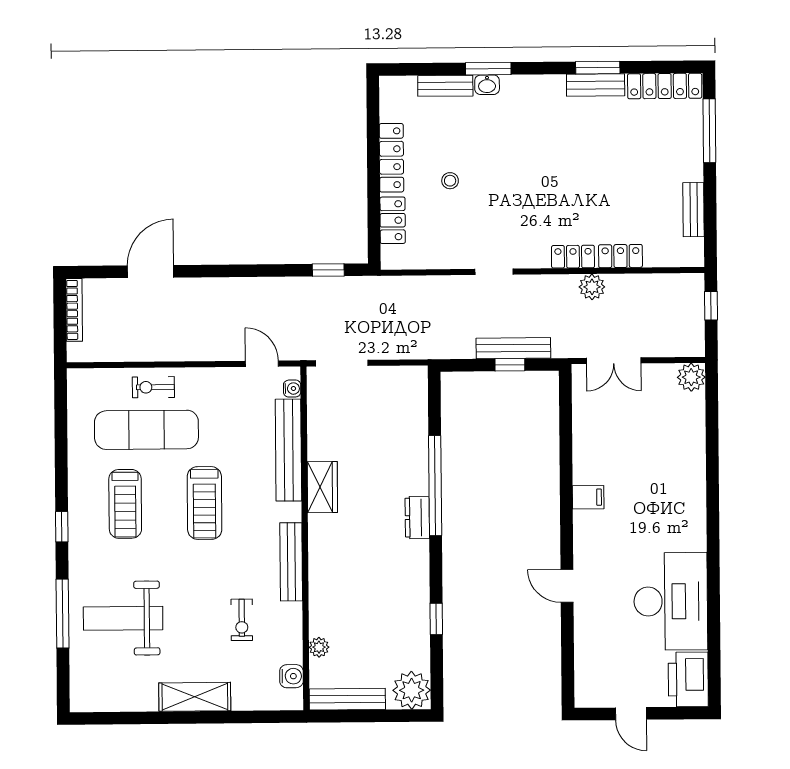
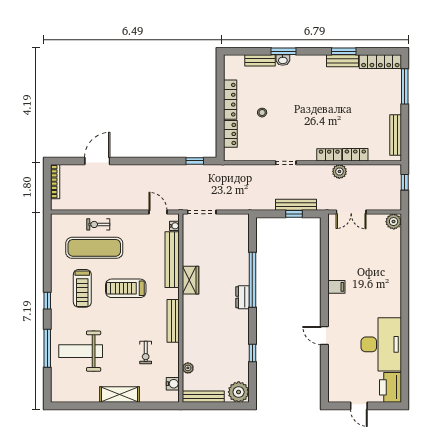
bench: (694, 210) -> (396, 135), width x1.36
treadmill: (204, 503) -> (126, 288), turned 90

